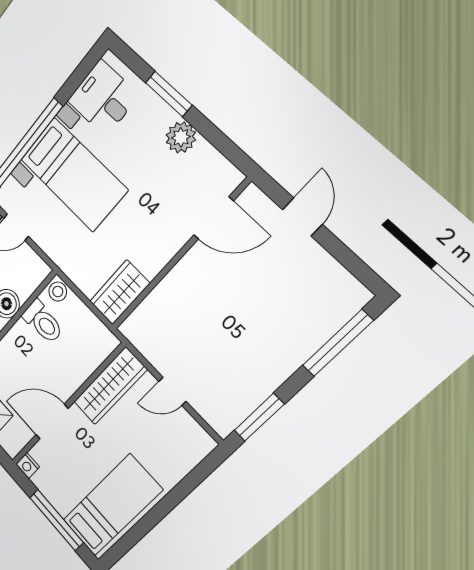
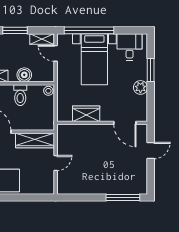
wardrobe: (120, 292) -> (86, 114), moved
toilet: (43, 322) -> (20, 95), moved
door: (172, 391) -> (56, 163), swing flipped
window: (259, 417) -> (76, 197), removed

